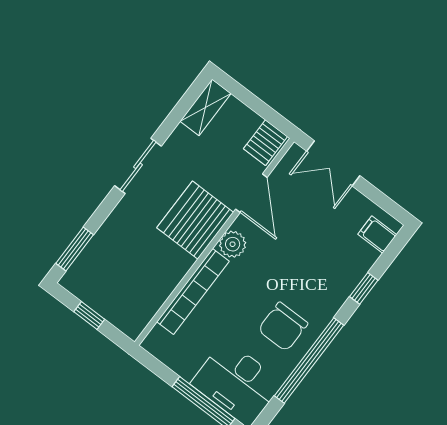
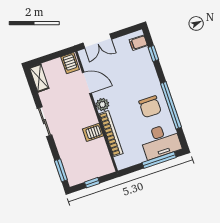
server rack: (195, 220) -> (93, 132), moved, width x0.46, depth x0.70
window: (364, 288) -> (153, 54), moved

